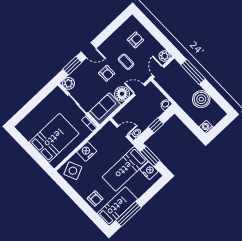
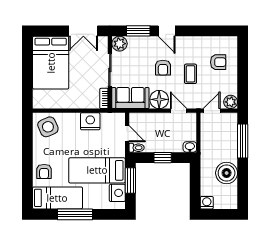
double door: (41, 96) -> (83, 31), added
bed: (54, 138) -> (51, 63), moved, turned 90
nightstand: (87, 151) -> (90, 121), moved
window: (128, 214) -> (75, 214), moved

